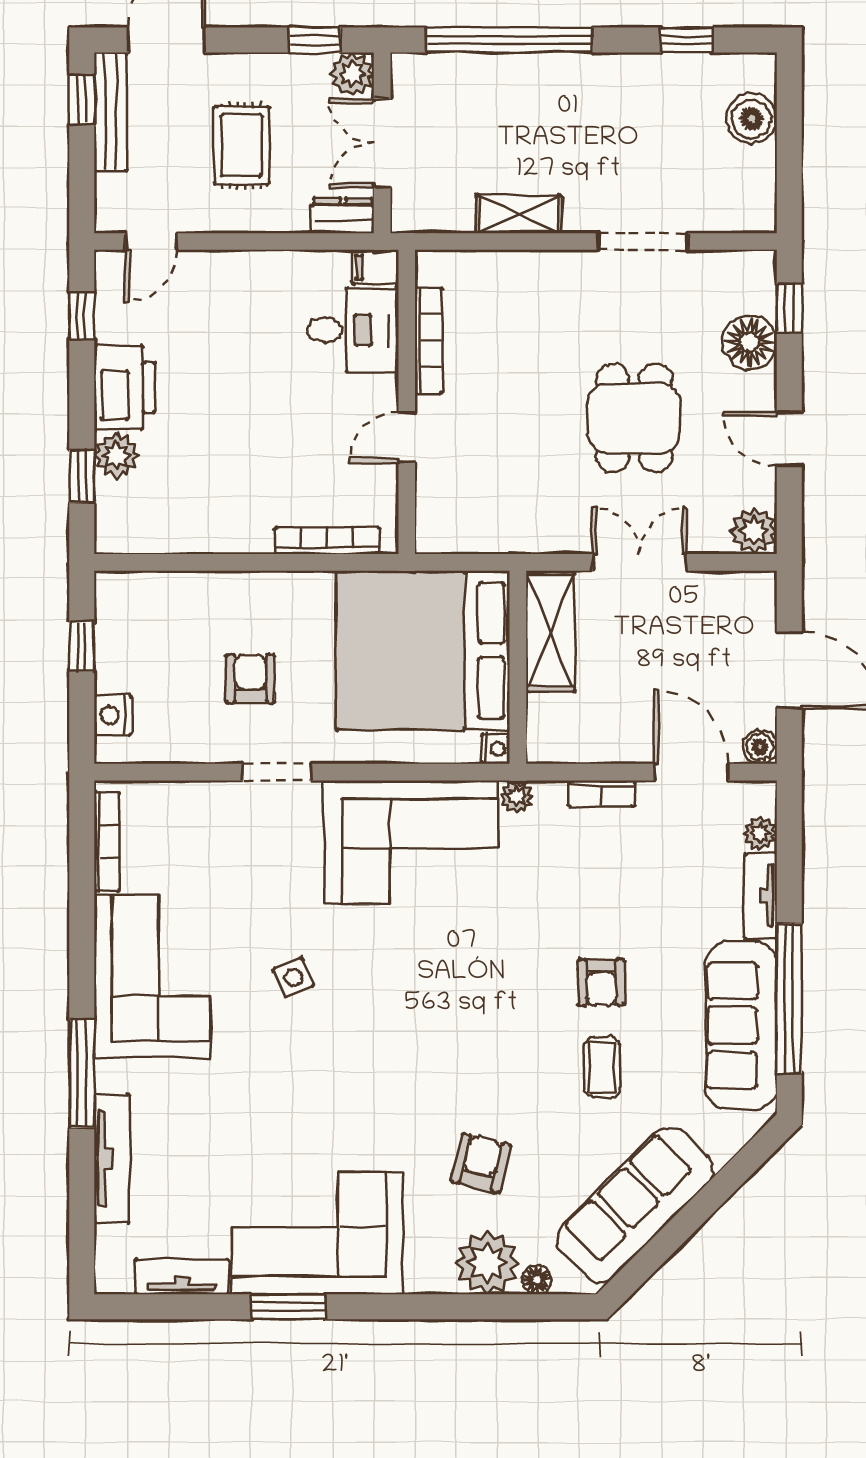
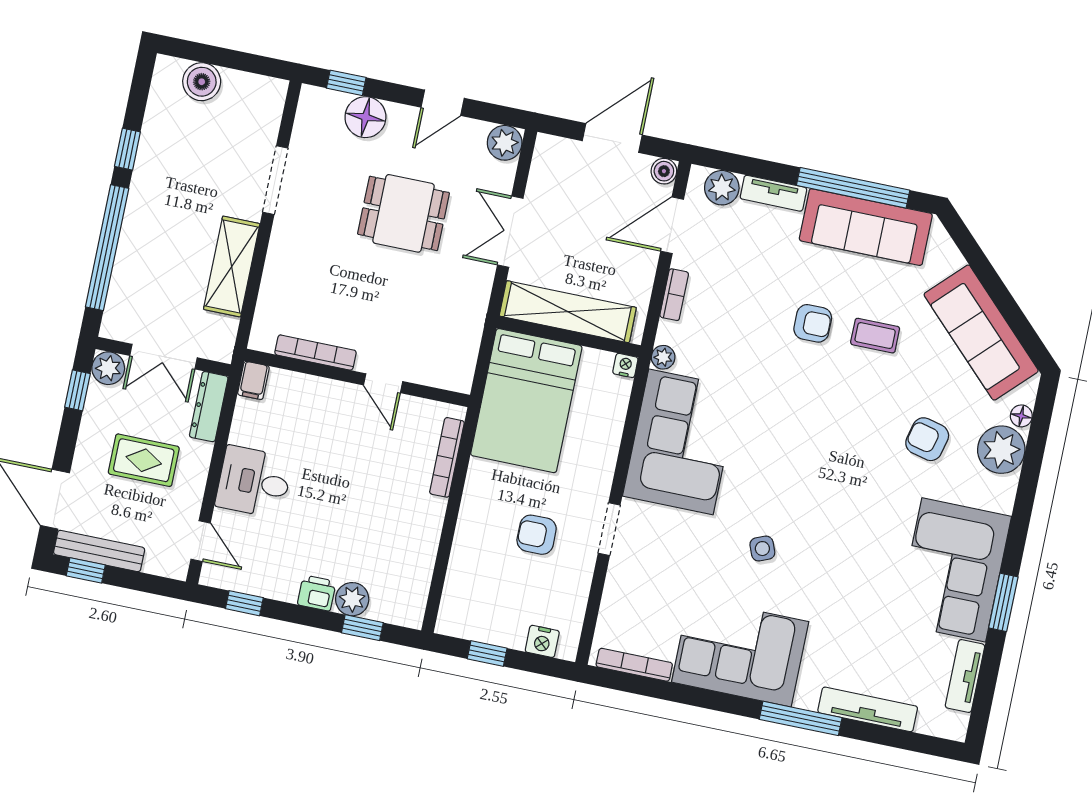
window: (687, 40) -> (127, 149), moved
shelving: (518, 214) -> (232, 267), width x1.50, depth x1.33
dresser: (343, 216) -> (209, 407), width x1.44
desk: (353, 330) -> (254, 482), moved, turned -90
printer: (125, 388) -> (317, 593), width x0.53, depth x0.68
shelving: (550, 631) -> (568, 312), width x1.47
bed: (423, 650) -> (526, 401), width x0.73
plant: (760, 833) -> (722, 188), width x1.38, depth x1.38

